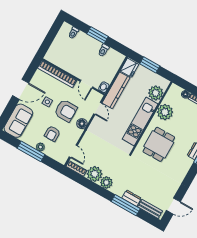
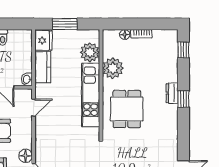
kitchen counter: (116, 90) -> (43, 67), width x0.67
door: (98, 108) -> (34, 108), hinge flipped
floor lamp: (82, 124) -> (25, 156), moved

